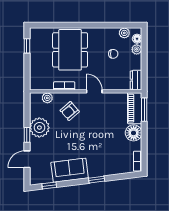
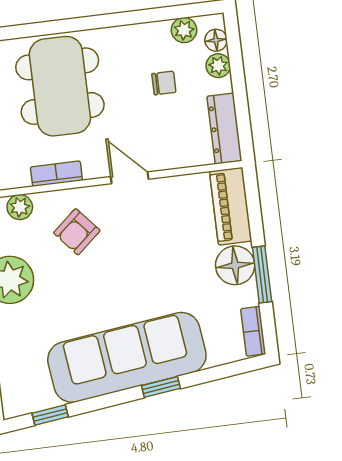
dresser: (136, 80) -> (224, 128), width x1.44
window: (144, 110) -> (262, 274), moved
sofa: (70, 170) -> (127, 357), width x1.85, depth x1.27

